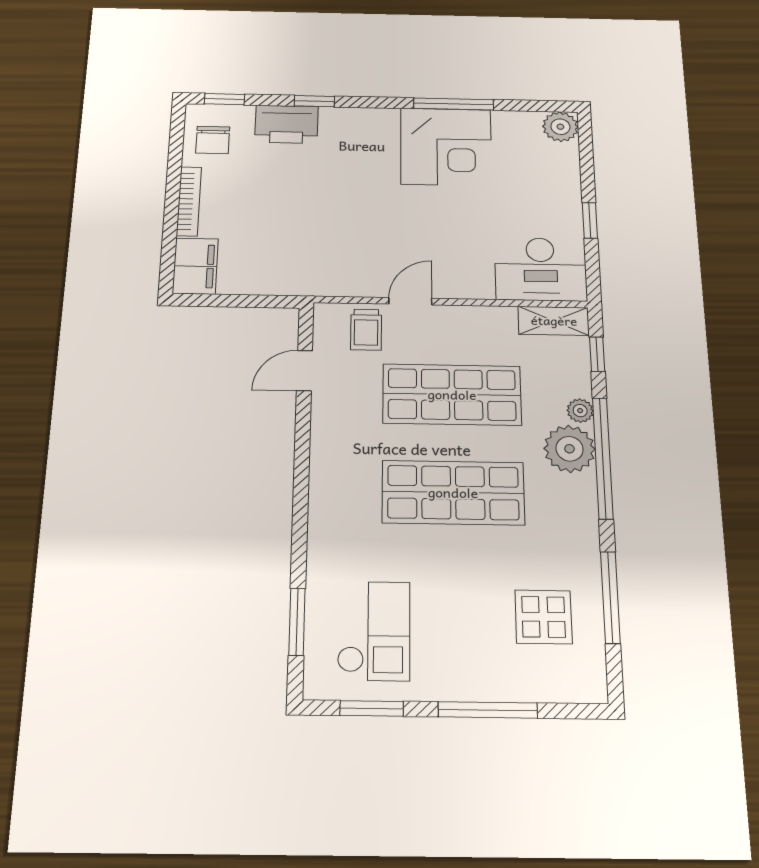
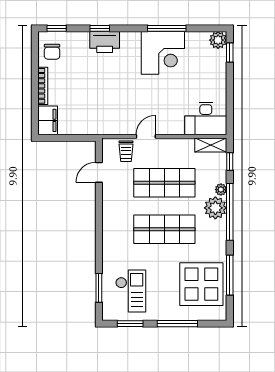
printer: (287, 124) -> (105, 42), moved
window: (590, 220) -> (230, 53), moved
display table: (544, 617) -> (201, 284), width x1.86, depth x1.86

